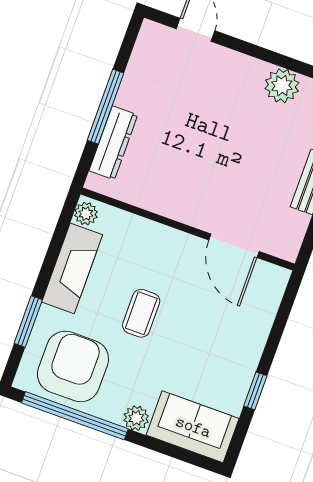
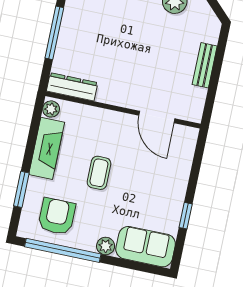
dresser: (113, 143) -> (72, 87), moved, turned -90
armchair: (73, 366) -> (57, 216), width x0.73, depth x0.73

